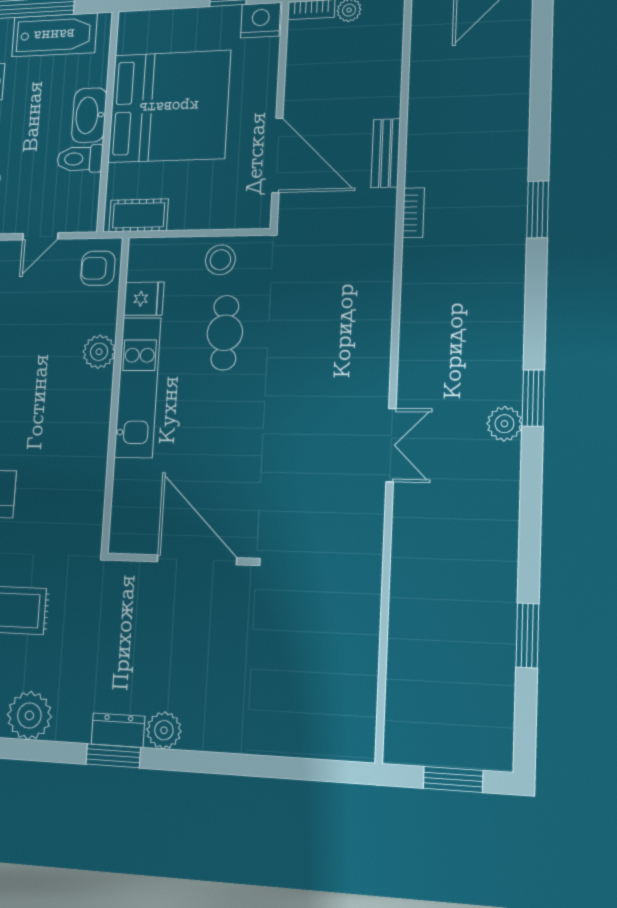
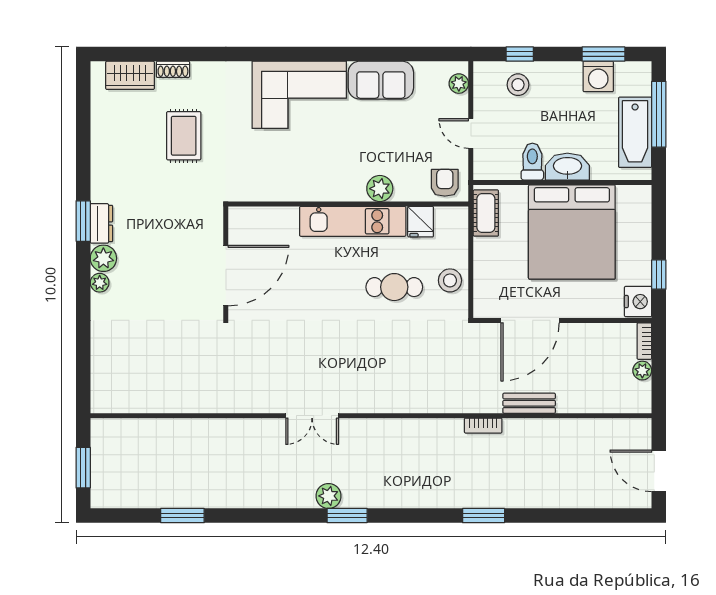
plant: (29, 715) -> (100, 283), moved, width x0.53, depth x0.53

